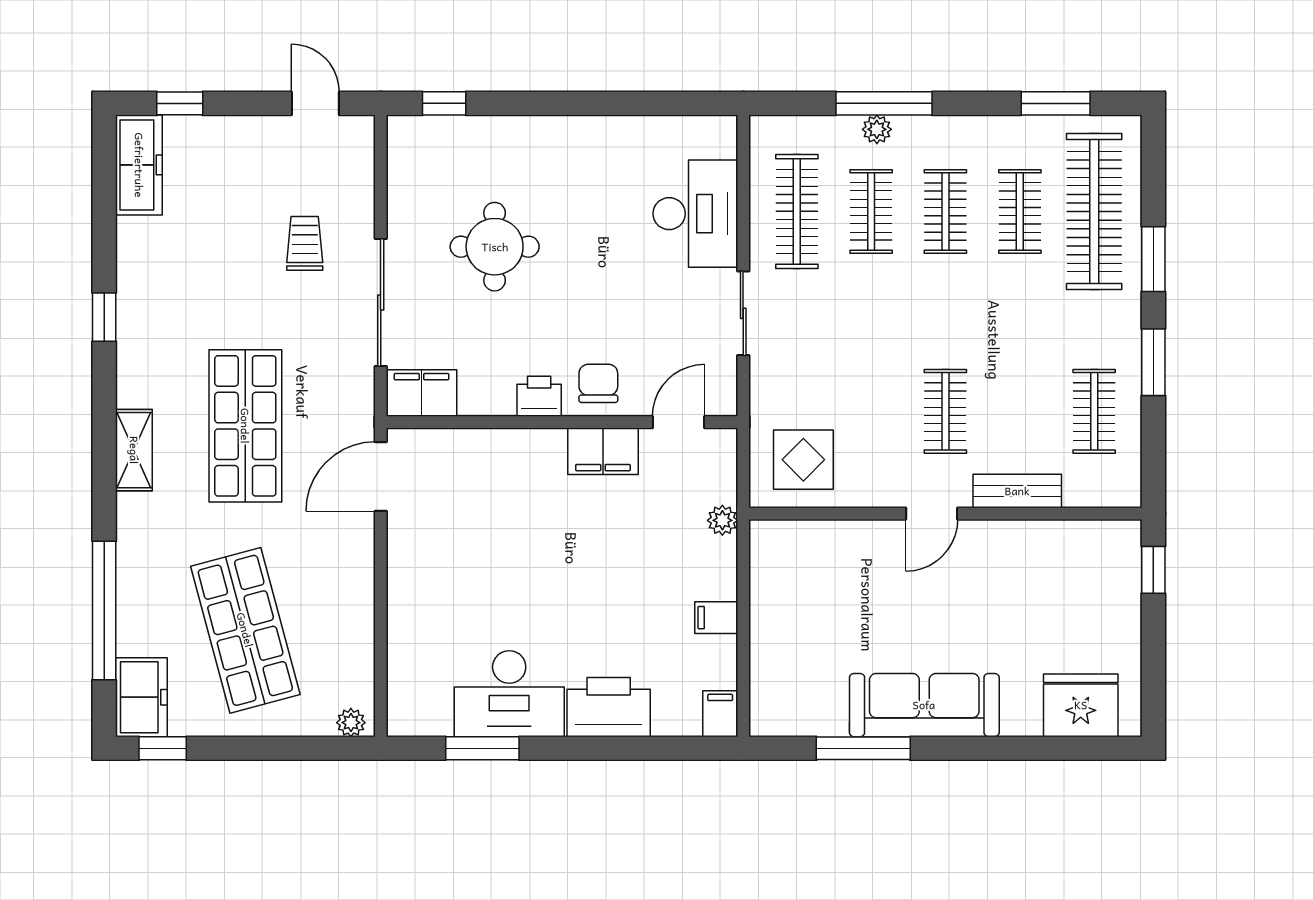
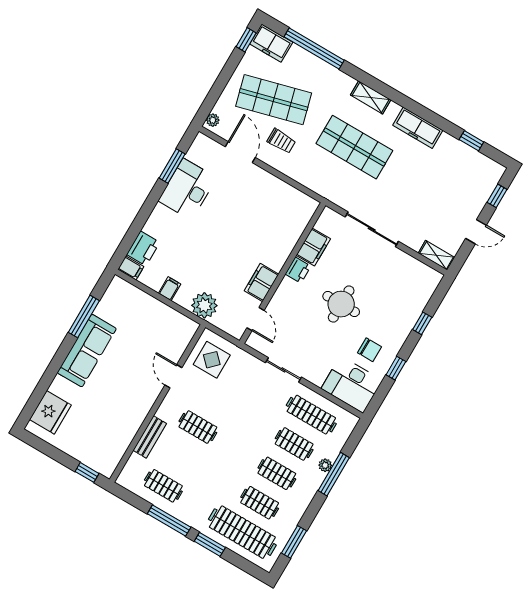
door: (315, 103) -> (476, 232), moved
window: (444, 103) -> (422, 323), moved
window: (616, 103) -> (396, 368), added
shelving: (358, 152) -> (436, 255), added
freezer: (139, 165) -> (418, 128), moved
desk: (695, 214) -> (352, 384), moved
trolley: (305, 243) -> (281, 141), moved
round table: (495, 247) -> (341, 304), moved
window: (104, 317) -> (471, 141), moved
window: (1153, 362) -> (169, 521), width x1.44
chair: (598, 383) -> (370, 350), moved
filing cabinet: (421, 393) -> (313, 247), moved
door: (381, 477) -> (240, 152), moved
door: (932, 514) -> (173, 376), moved
plant: (722, 520) -> (204, 305), width x1.87, depth x1.87
printer: (609, 707) -> (143, 248), moved, width x0.73, depth x0.84

